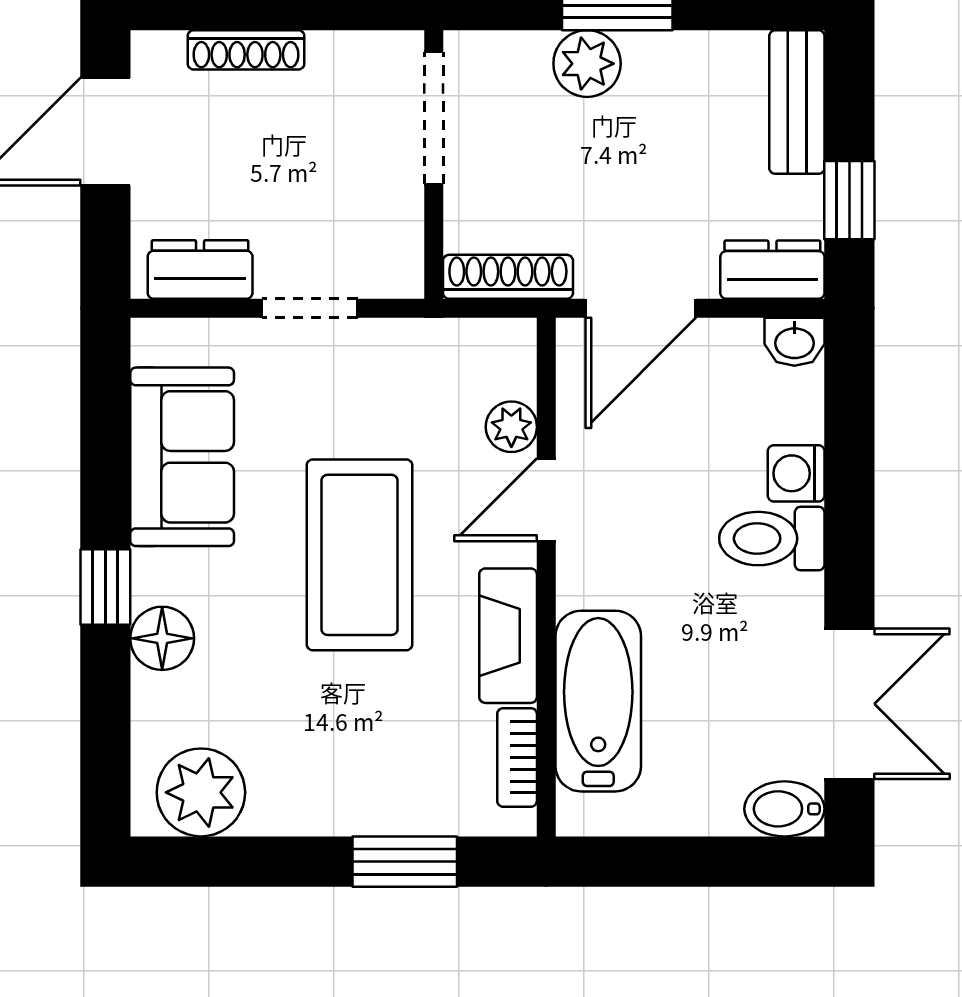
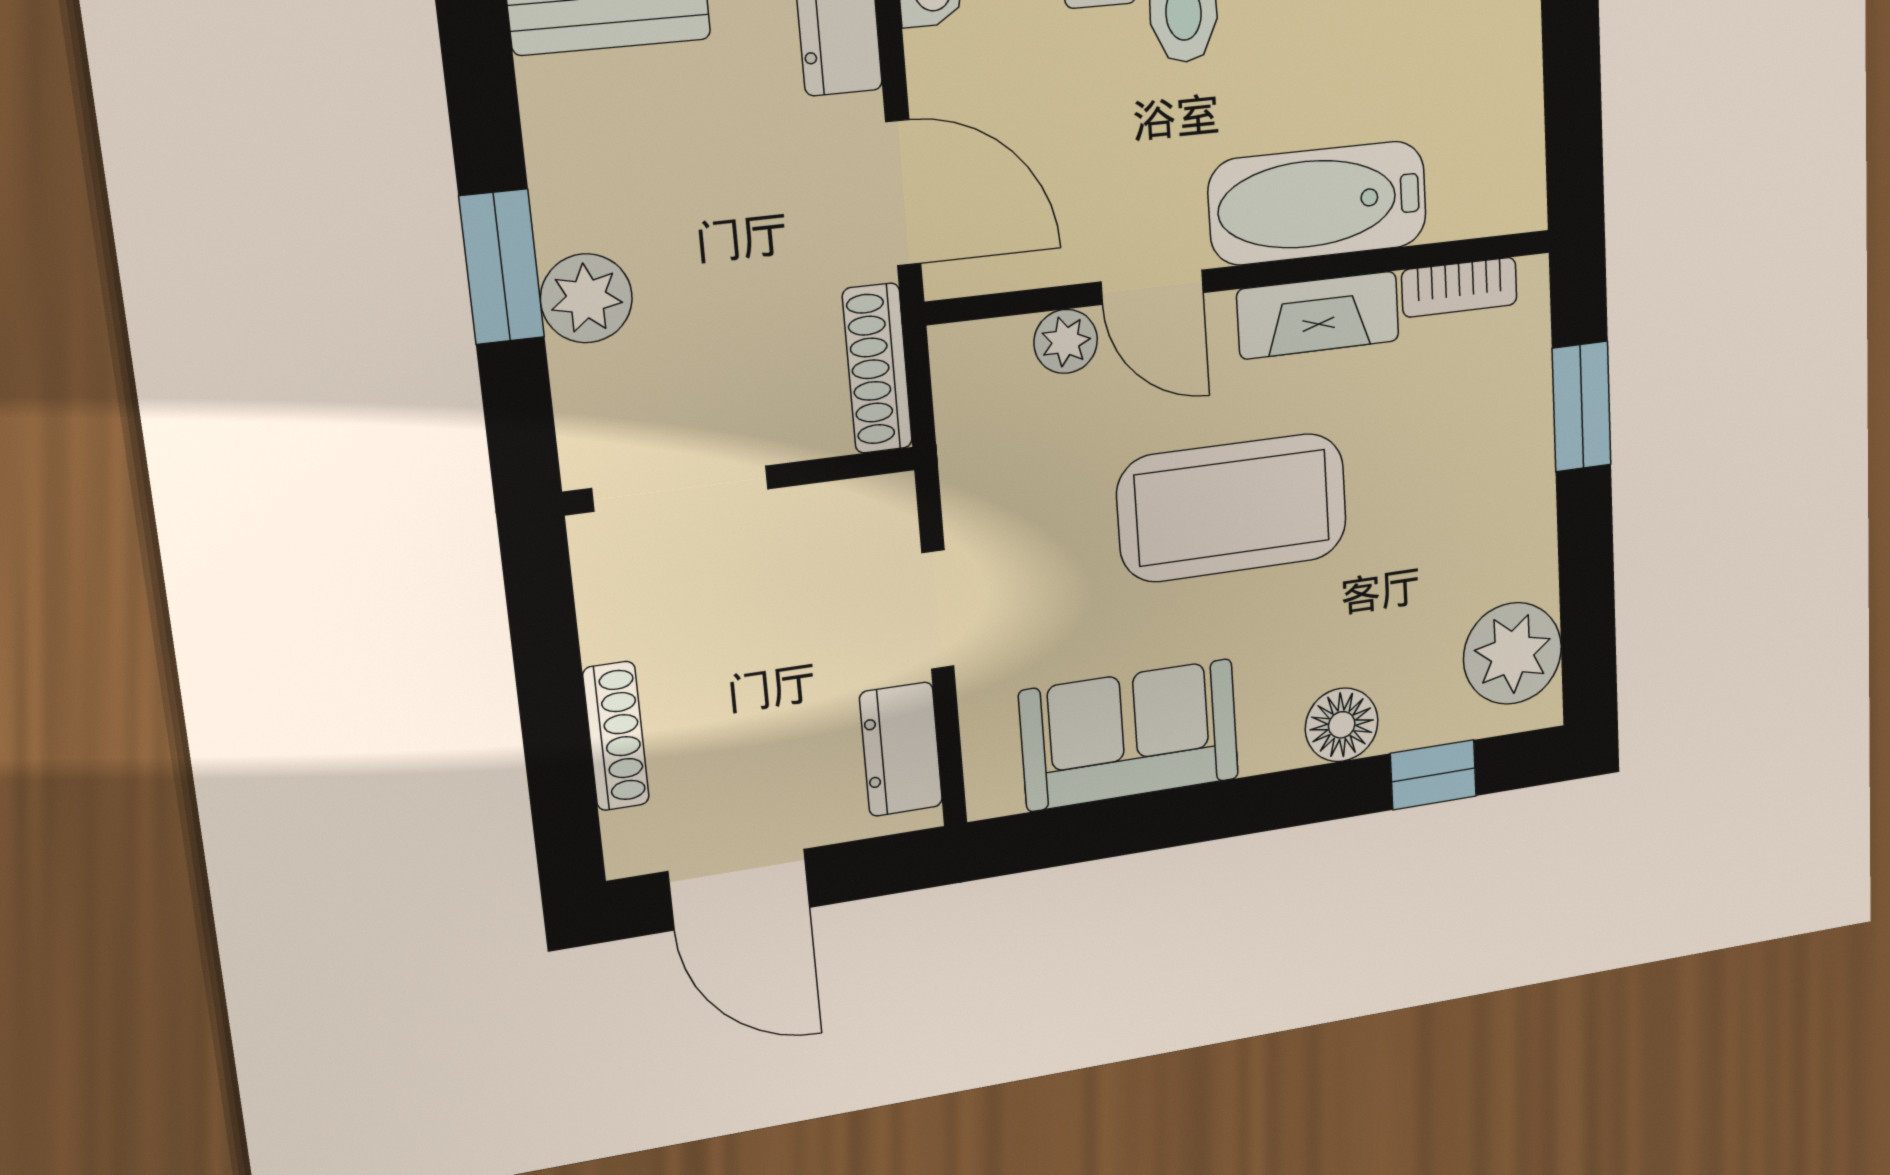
window: (105, 587) -> (1433, 775), moved
bathtub: (598, 701) -> (1318, 203), moved

